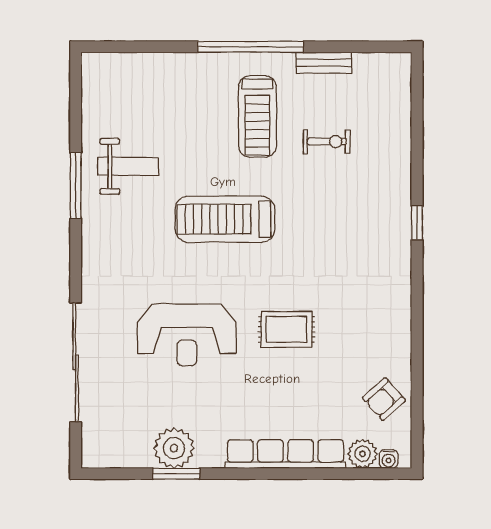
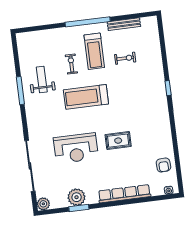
bench: (324, 63) -> (124, 24), width x1.36
exercise bike: (201, 139) -> (71, 64), added
weight bench: (128, 166) -> (42, 80), turned -90
armchair: (384, 399) -> (163, 165), turned -51
plant: (363, 454) -> (43, 204), moved

